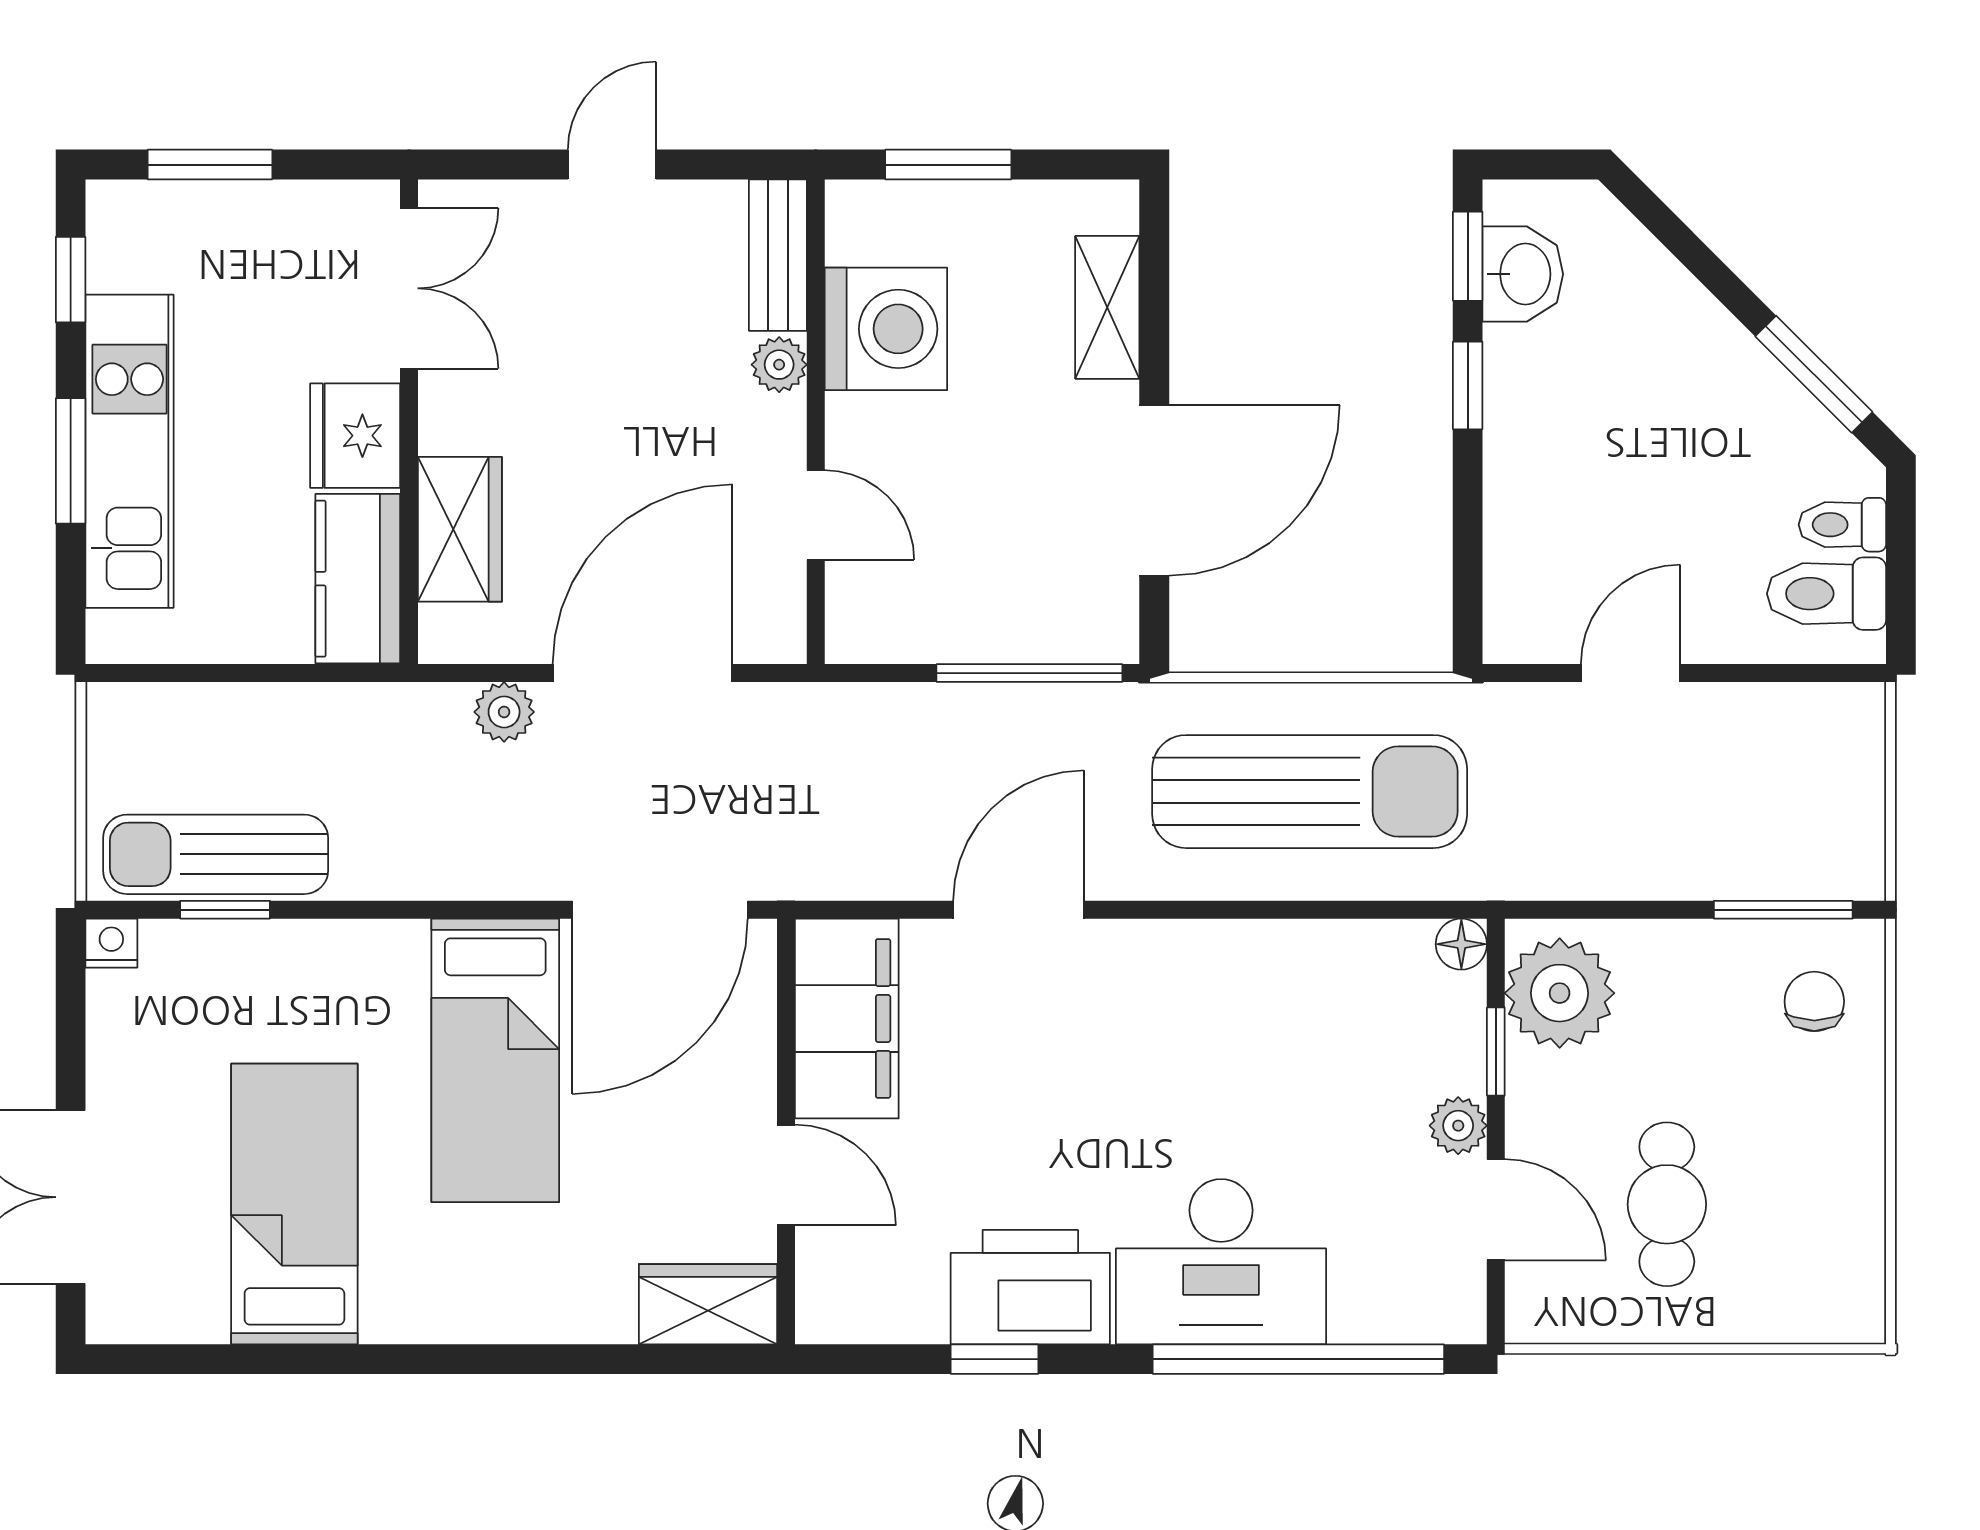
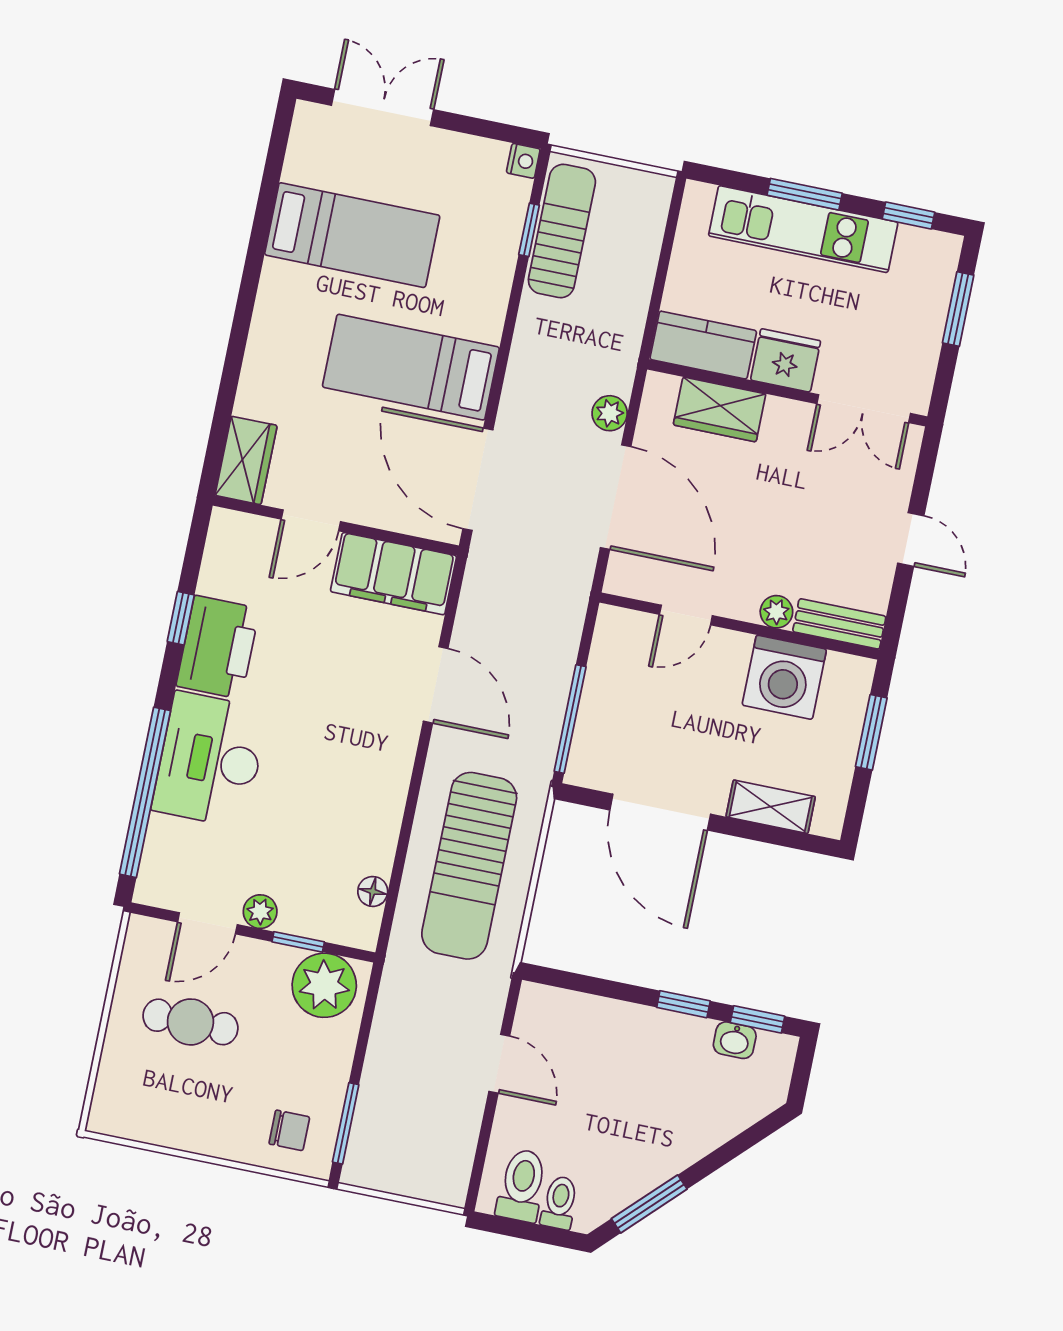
washbasin: (1523, 274) -> (735, 1040), width x0.72, depth x0.69
floor lamp: (1461, 944) -> (373, 891), moved

